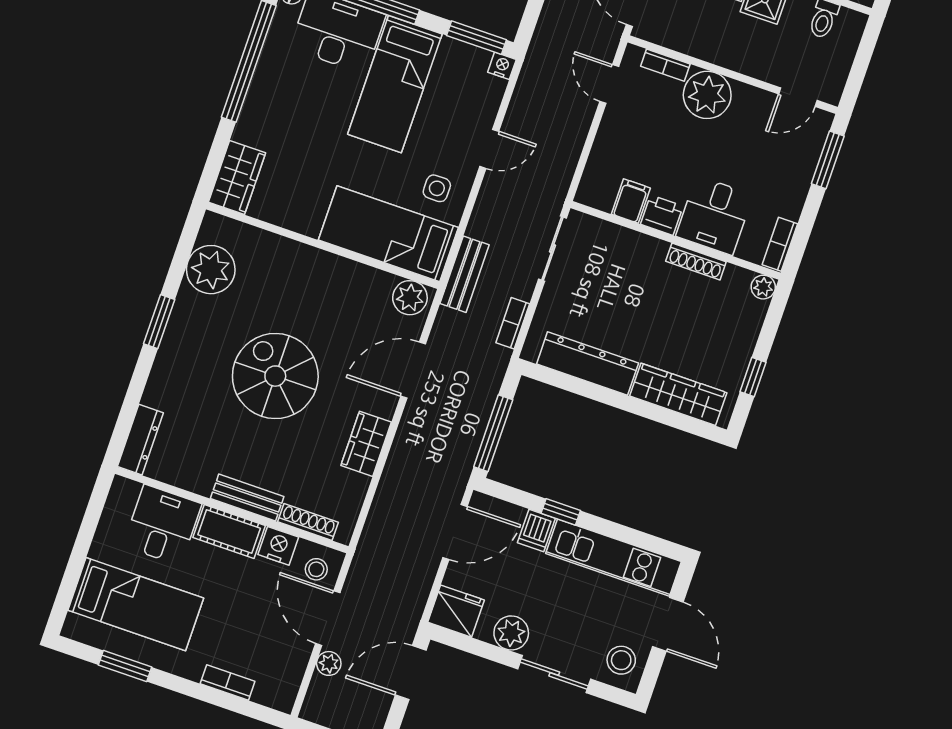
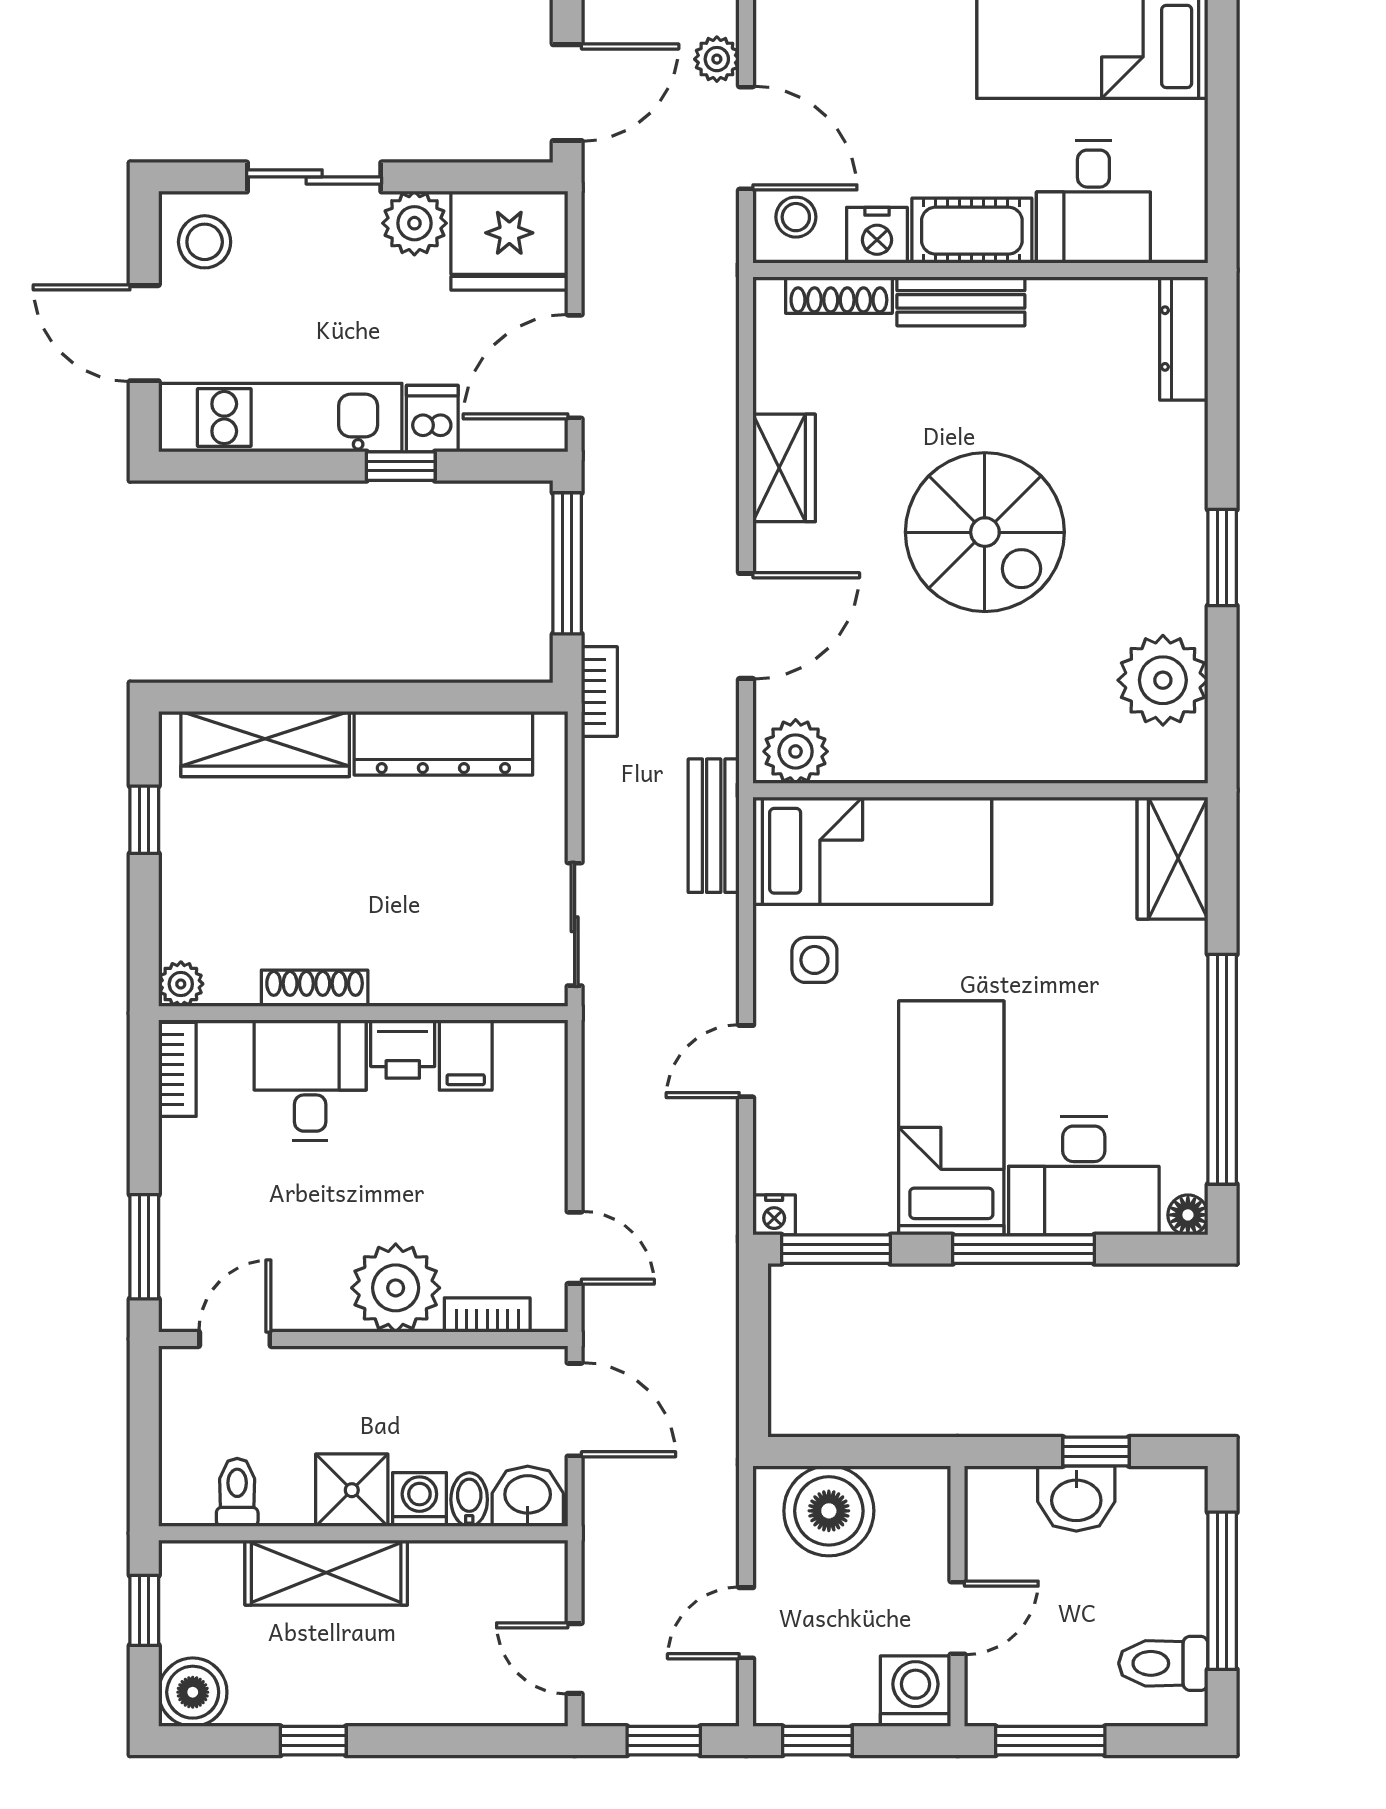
bookcase: (513, 323) -> (599, 692), moved
fridge: (456, 611) -> (509, 241), width x1.36, depth x1.34

